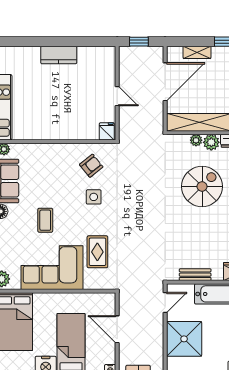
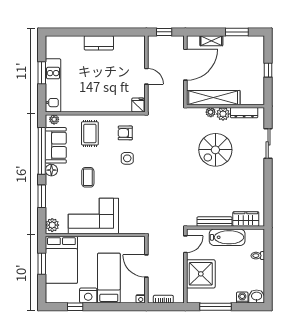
armchair: (91, 166) -> (125, 133), turned -141
spiral stairs: (202, 186) -> (215, 150), turned 180
rug: (97, 252) -> (90, 133), moved
bench: (195, 275) -> (215, 222), width x1.36

